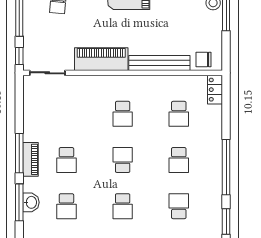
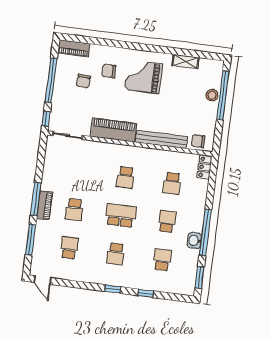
school desk: (123, 160) -> (121, 216), width x1.85
school desk: (179, 160) -> (167, 222), turned 180
washbasin: (31, 202) -> (194, 241), moved, turned 180
school desk: (66, 206) -> (69, 248), turned 180

